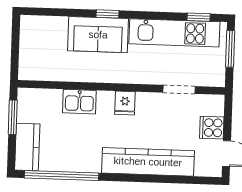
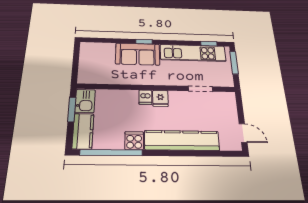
dishwasher: (106, 101) -> (145, 97), added
kitchen sink: (79, 102) -> (85, 101), moved, turned -90
cooker: (212, 128) -> (134, 141), moved, turned 90

